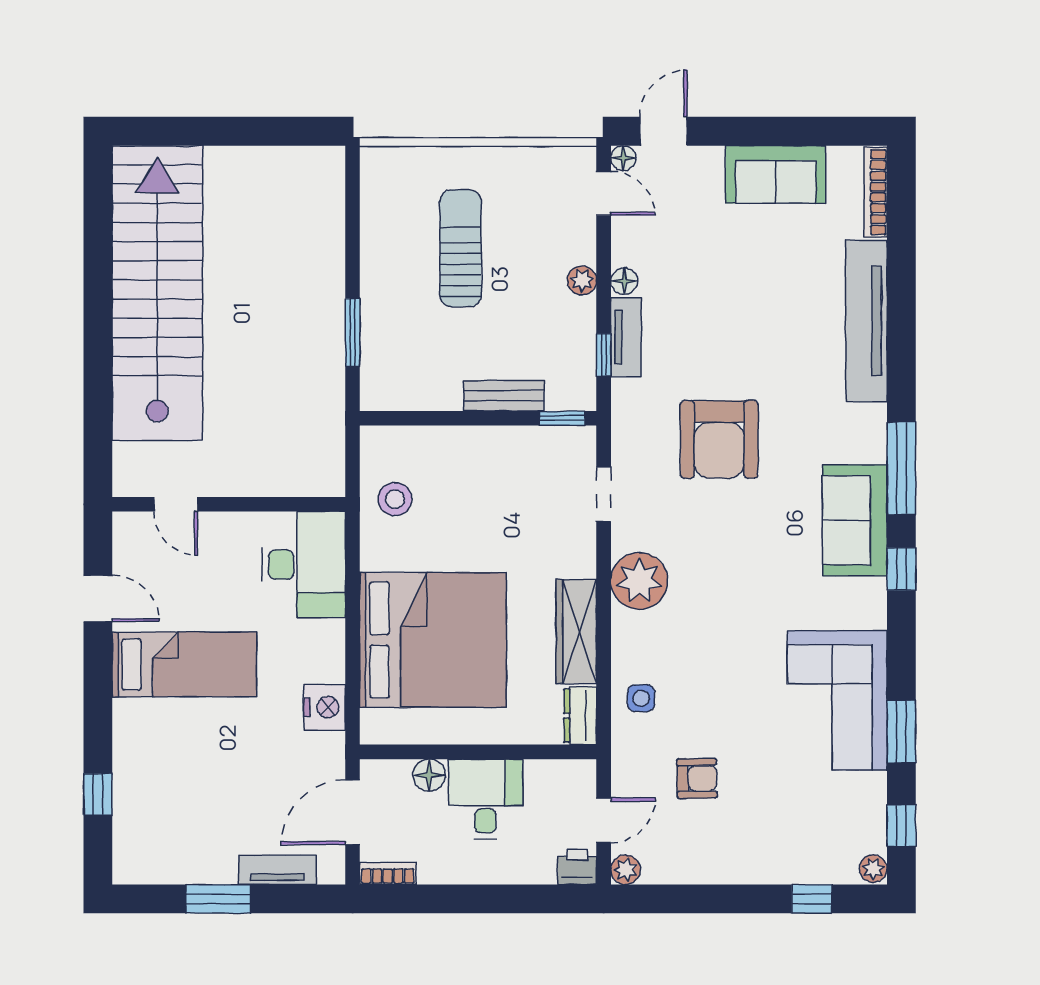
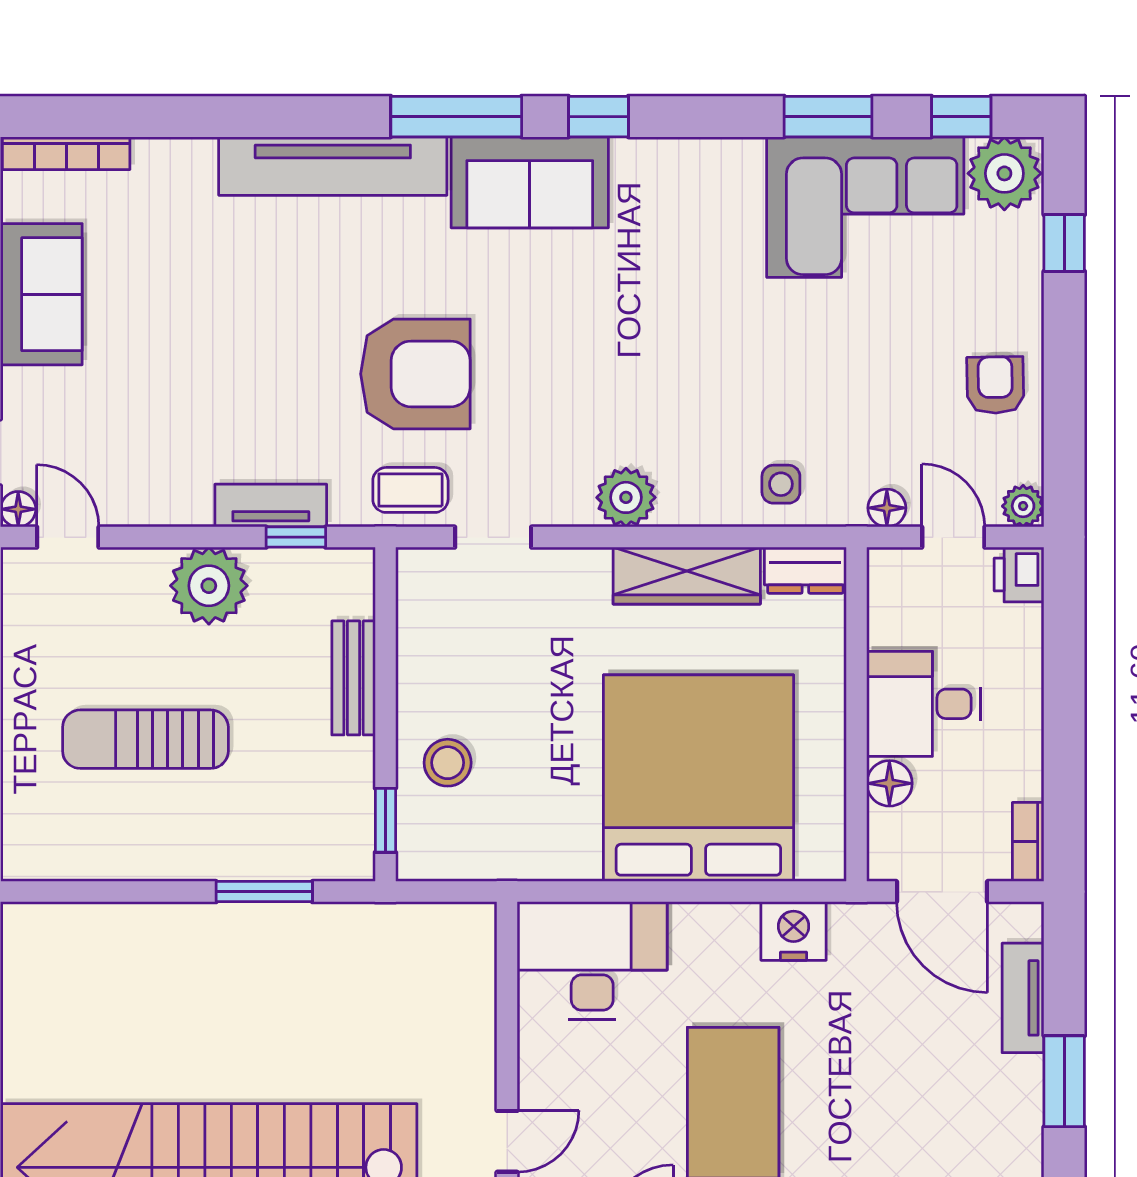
door: (604, 193) -> (68, 537), hinge flipped
plant: (582, 280) -> (209, 586), width x1.88, depth x1.88
floor lamp: (624, 281) -> (887, 508), moved
tv unit: (866, 321) -> (333, 166), moved
window: (562, 418) -> (385, 820), moved
coffee table: (637, 436) -> (410, 490), added
stool: (395, 499) -> (448, 763), moved
plant: (639, 581) -> (626, 497), width x0.73, depth x0.73
corner sofa: (837, 700) -> (865, 207), moved
armchair: (697, 778) -> (995, 385), moved
plant: (873, 869) -> (1004, 173), width x1.88, depth x1.88

